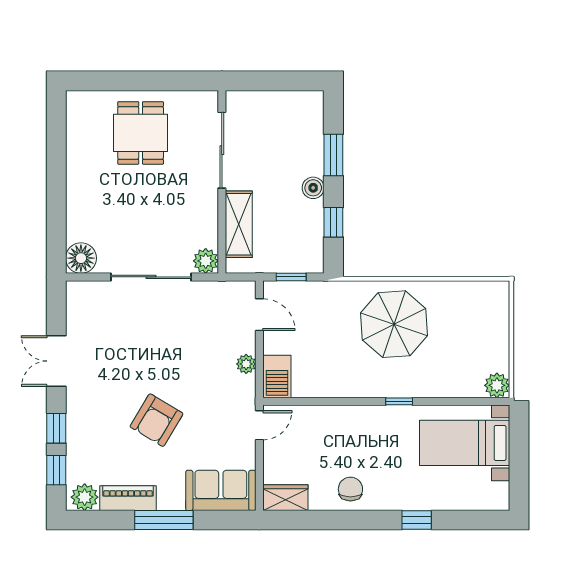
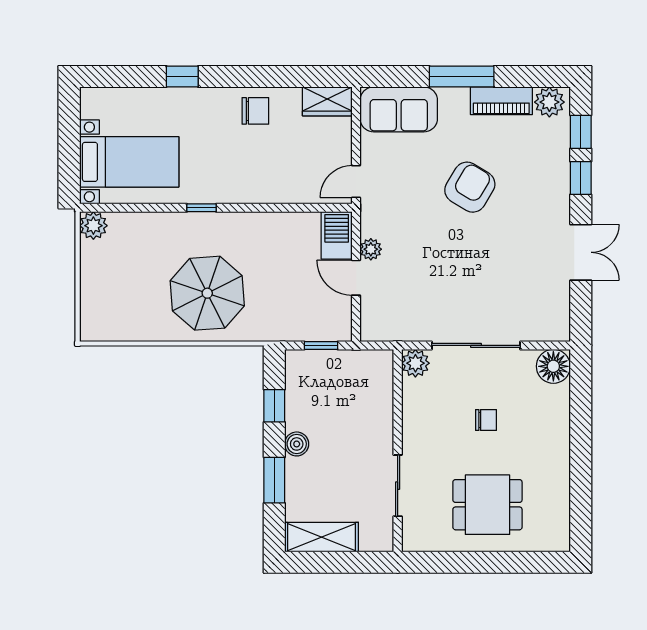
dining table: (141, 133) -> (487, 505), turned 90
sliding door: (222, 150) -> (398, 486), width x0.73
chair: (142, 210) -> (486, 420), added
shelving: (239, 224) -> (322, 537), moved, turned 90
door: (259, 315) -> (356, 278), moved
chair: (350, 489) -> (255, 111), turned -90

